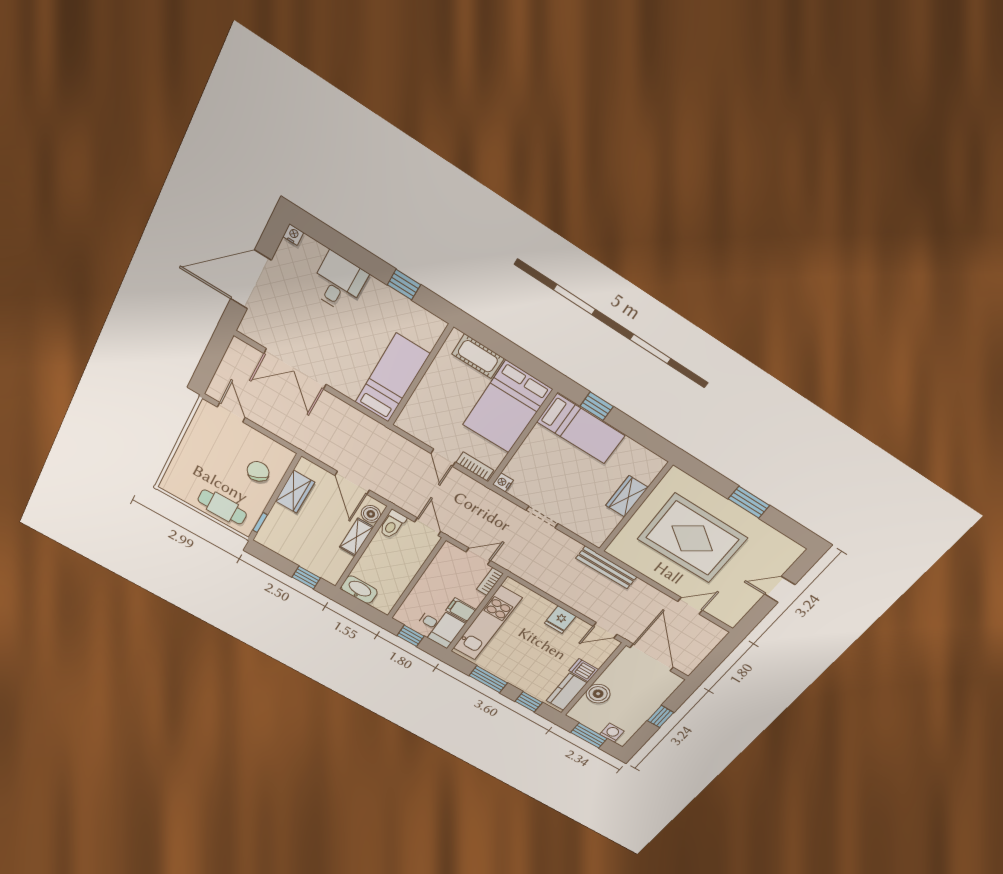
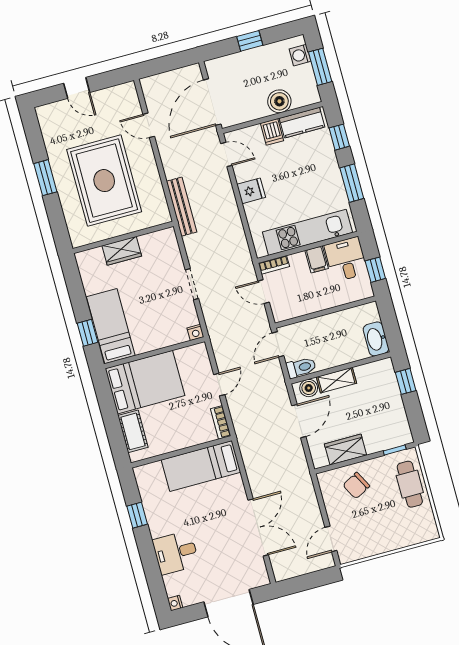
bookcase: (475, 466) -> (221, 422), moved

